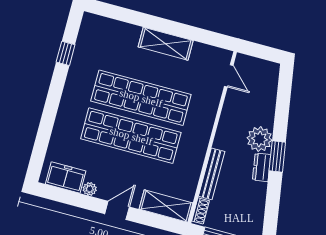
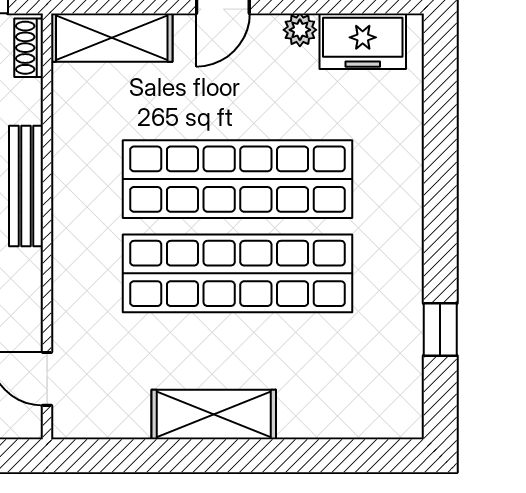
bench: (212, 174) -> (26, 186), moved

